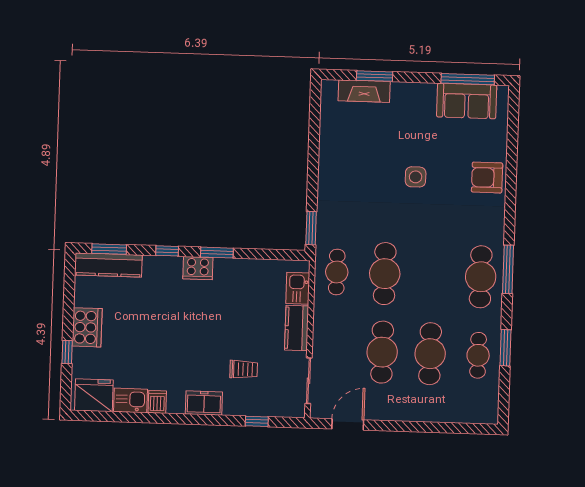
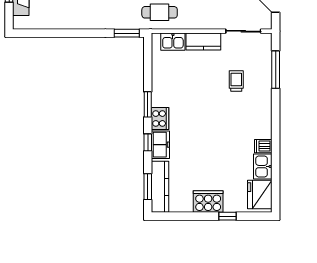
freezer: (204, 403) -> (160, 145), moved, turned 180
window: (257, 421) -> (276, 70), width x2.17

